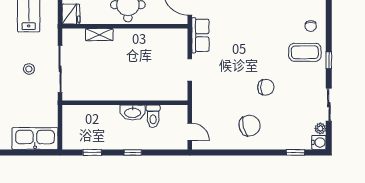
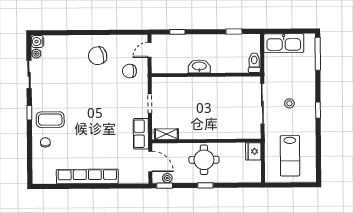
shelving: (99, 35) -> (166, 134), moved
chair: (266, 87) -> (129, 71), moved
toilet: (153, 116) -> (254, 63), moved
door: (190, 132) -> (150, 50), hinge flipped
window: (133, 152) -> (177, 32), moved
window: (295, 152) -> (58, 33), removed

